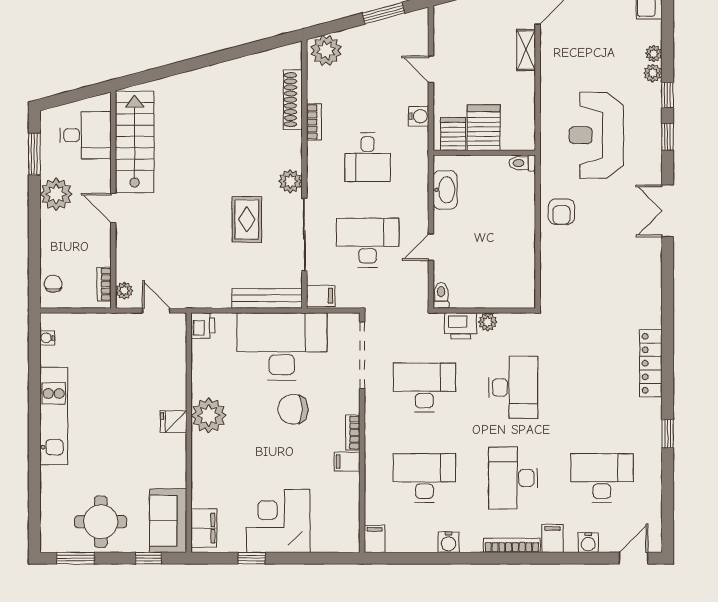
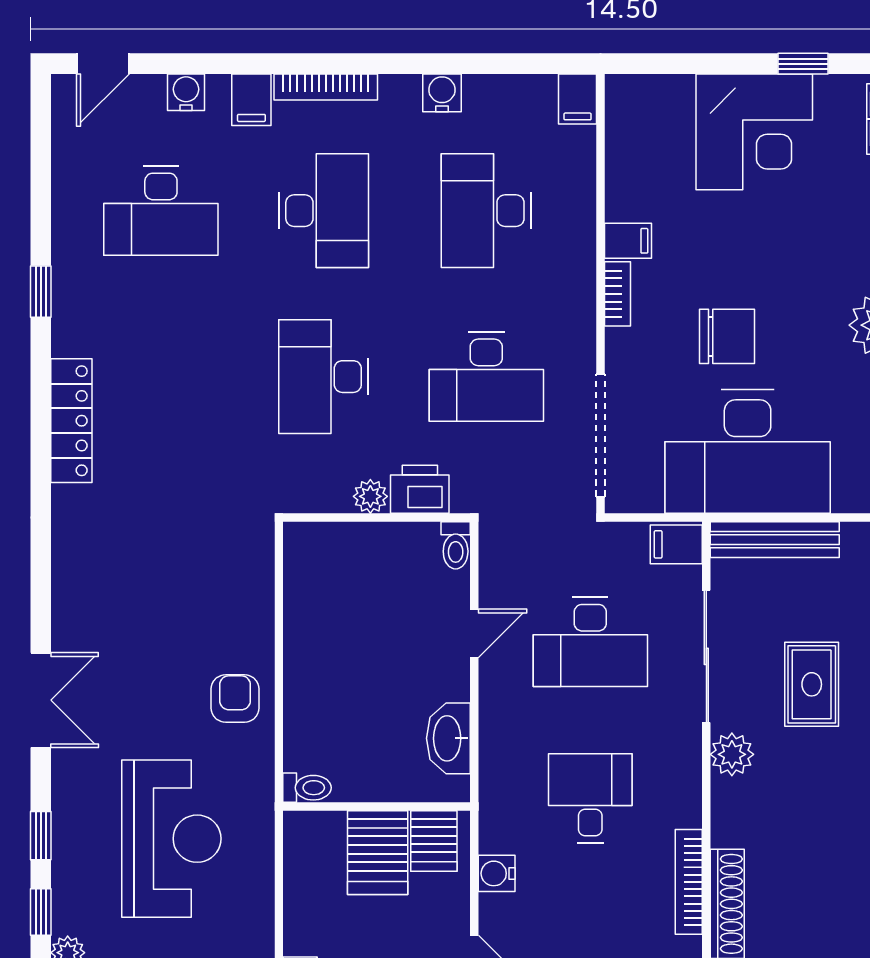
bookcase: (314, 122) -> (689, 882), width x1.56
desk: (424, 478) -> (486, 211), turned 90

